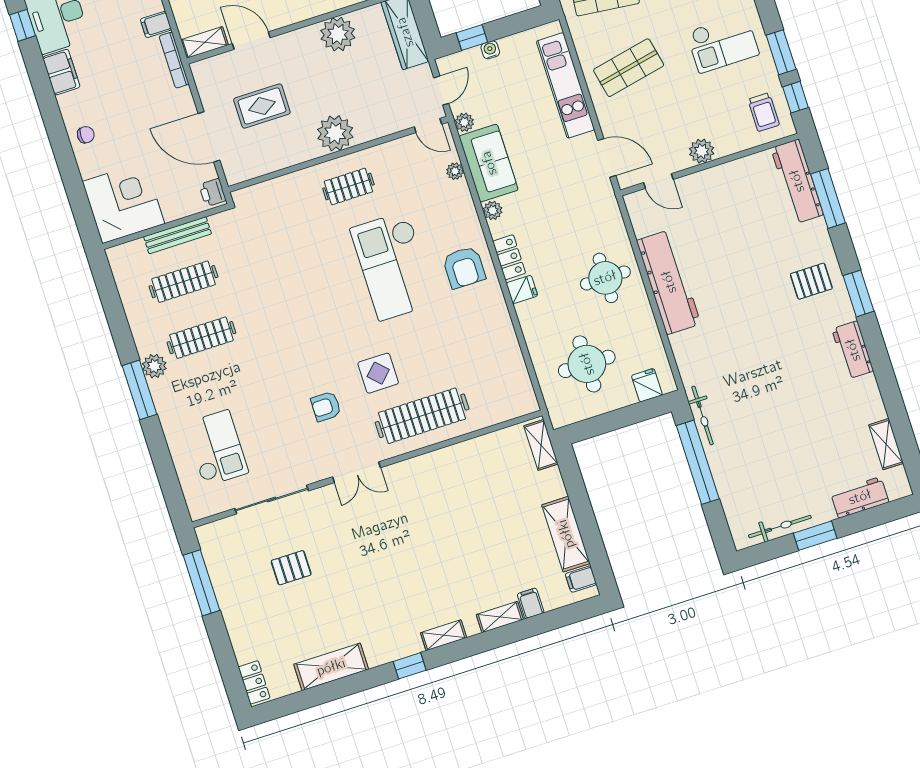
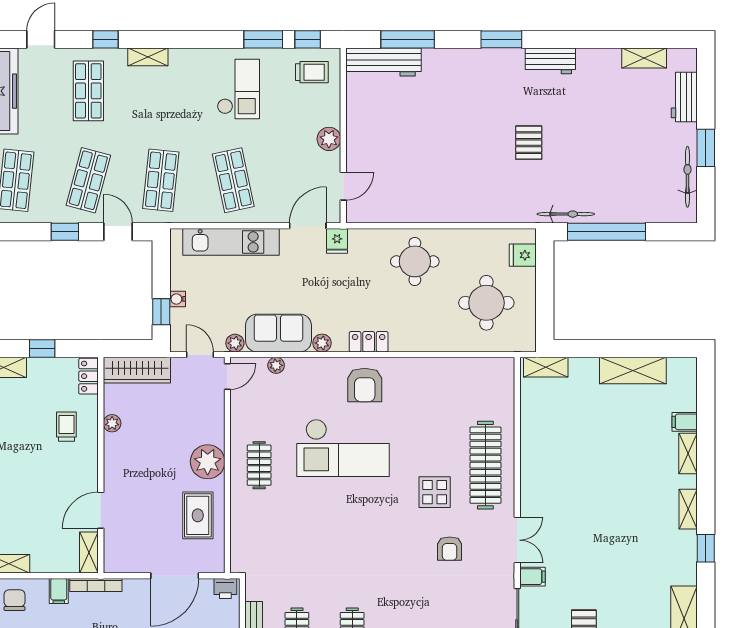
plant: (338, 34) -> (112, 423), width x0.53, depth x0.53
rug: (262, 106) -> (198, 515), moved
armchair: (464, 267) -> (365, 385), turned 90
pallet: (811, 281) -> (529, 143), moved
workbench: (669, 282) -> (437, 206), removed
fridge: (522, 289) -> (337, 241), moved, turned 180
filing cabinet: (581, 579) -> (533, 577), moved, turned -90

